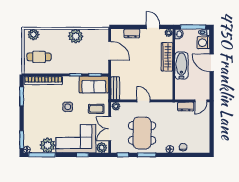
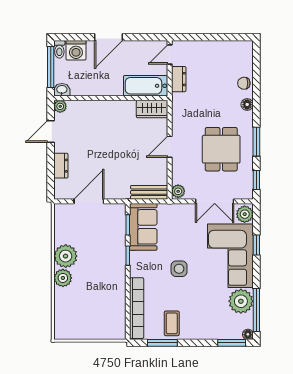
plant: (33, 35) -> (63, 278), moved
cafe table: (39, 57) -> (99, 315), removed
wardrobe: (167, 57) -> (152, 109), moved, width x0.67
bathtub: (181, 65) -> (146, 86), moved
door: (201, 101) -> (170, 54), swing flipped
coffee table: (96, 109) -> (172, 323), moved
dining table: (142, 133) -> (221, 149), width x0.73

